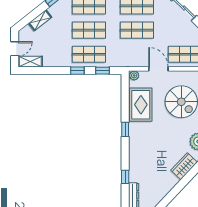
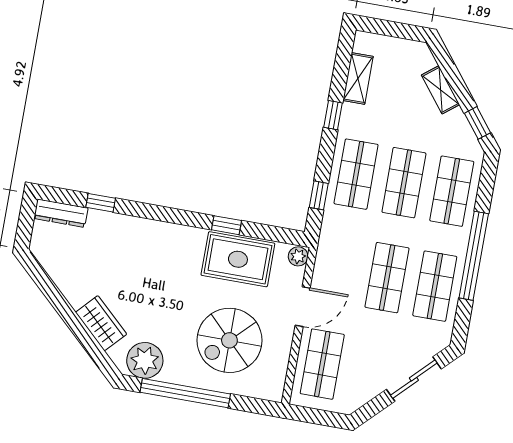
door: (15, 49) -> (393, 29), removed
shelving: (30, 62) -> (358, 78), moved
window: (77, 71) -> (333, 115), moved
window: (125, 129) -> (226, 225), moved

